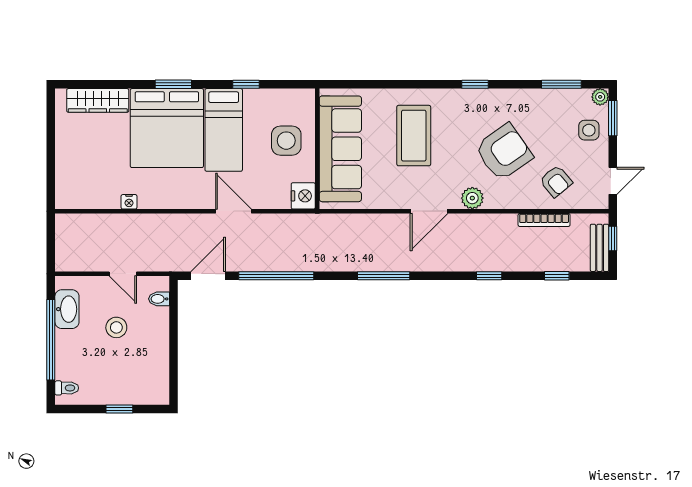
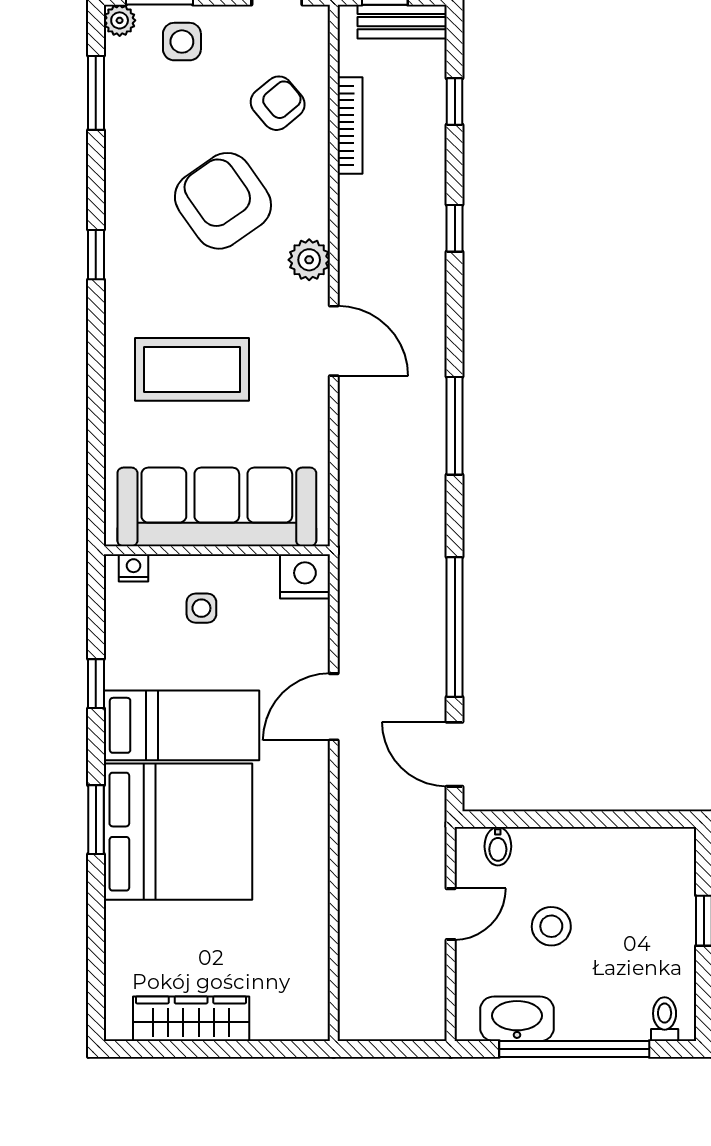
wardrobe: (98, 100) -> (191, 1019), moved, turned -90
side table: (286, 141) -> (201, 608), width x0.54, depth x0.54
nightstand: (129, 202) -> (134, 568), moved, turned -90

